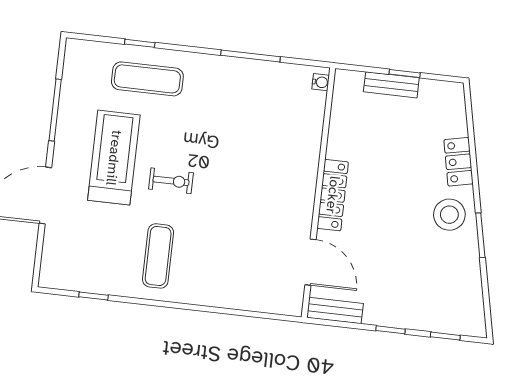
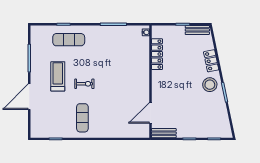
bench: (391, 85) -> (197, 30), moved
treadmill: (114, 158) -> (58, 76), width x0.73, depth x0.73
locker: (333, 195) -> (157, 54), moved
door: (311, 262) -> (151, 113), swing flipped

